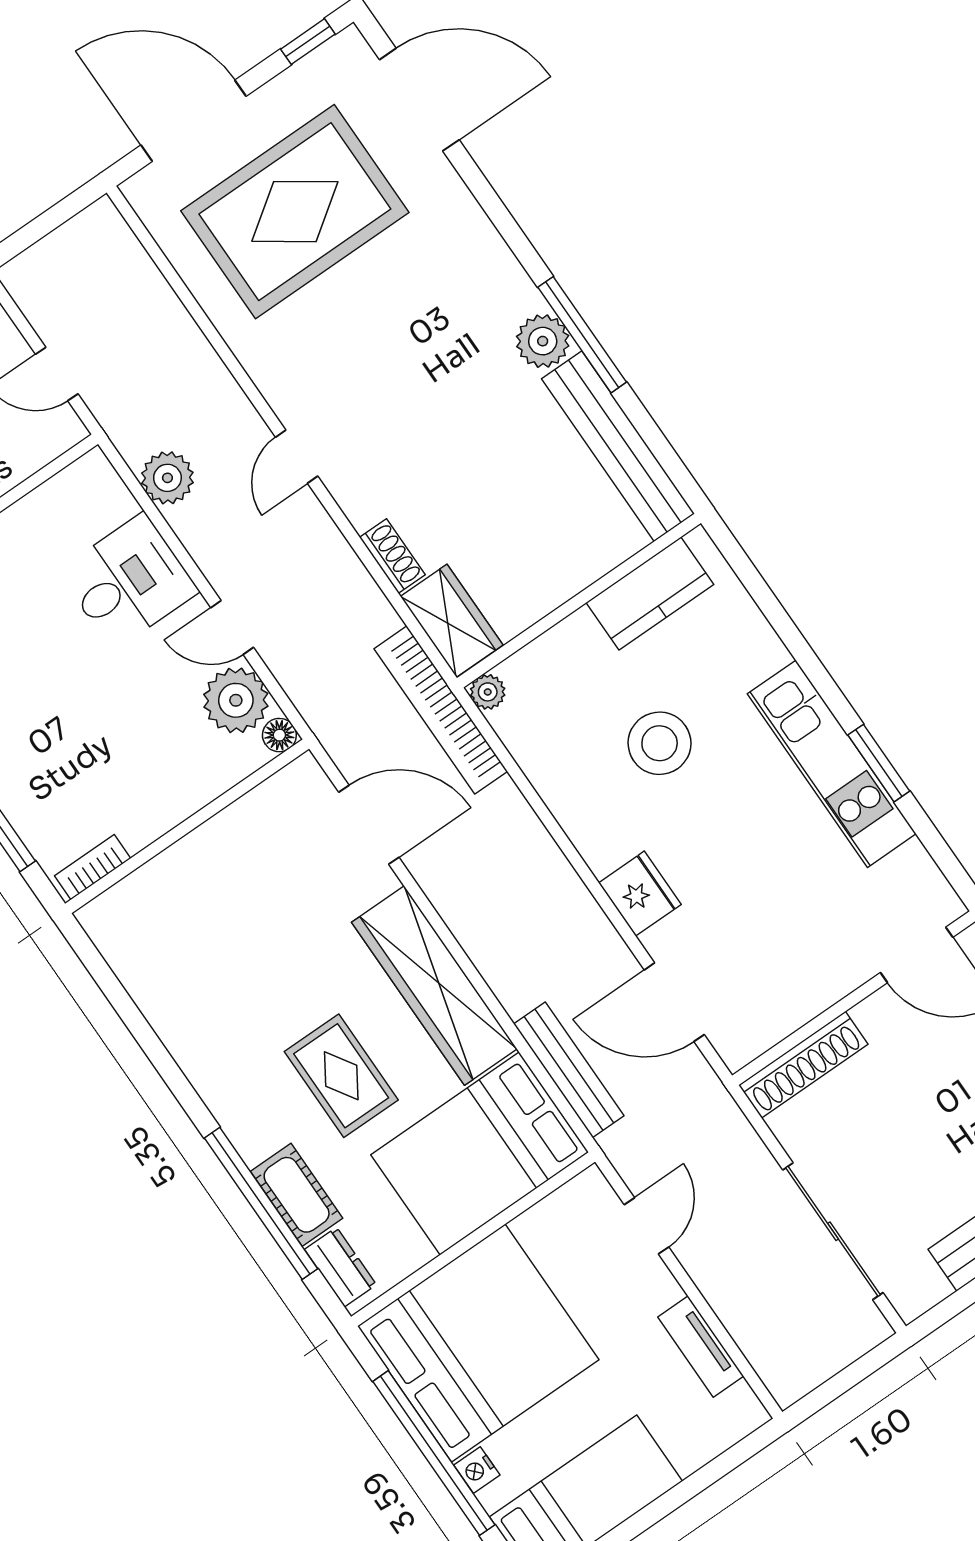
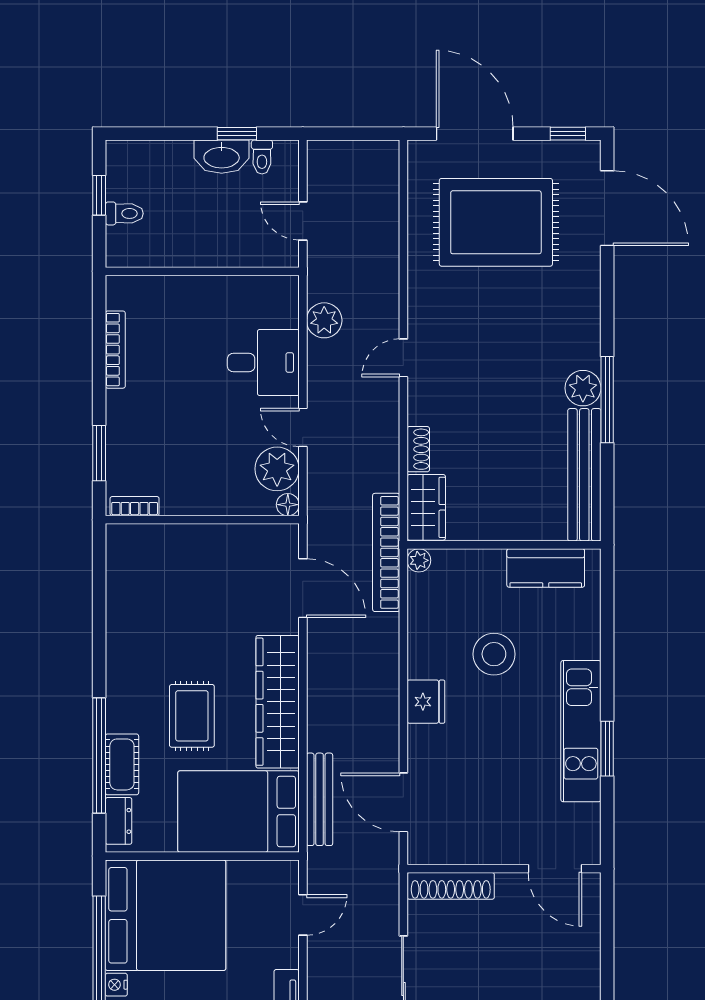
fridge: (640, 894) -> (426, 702), moved

